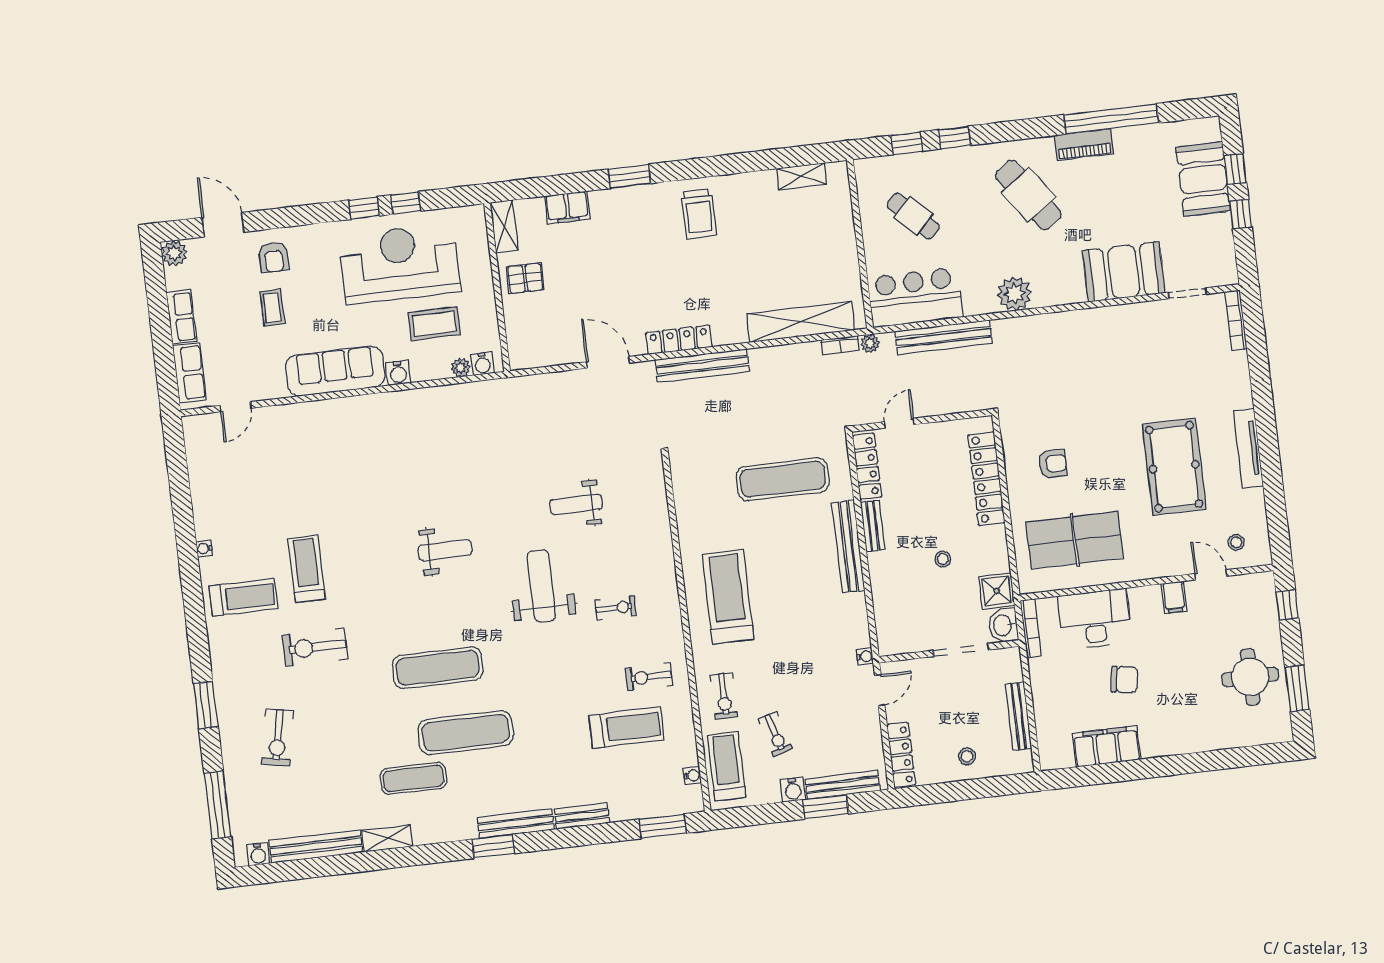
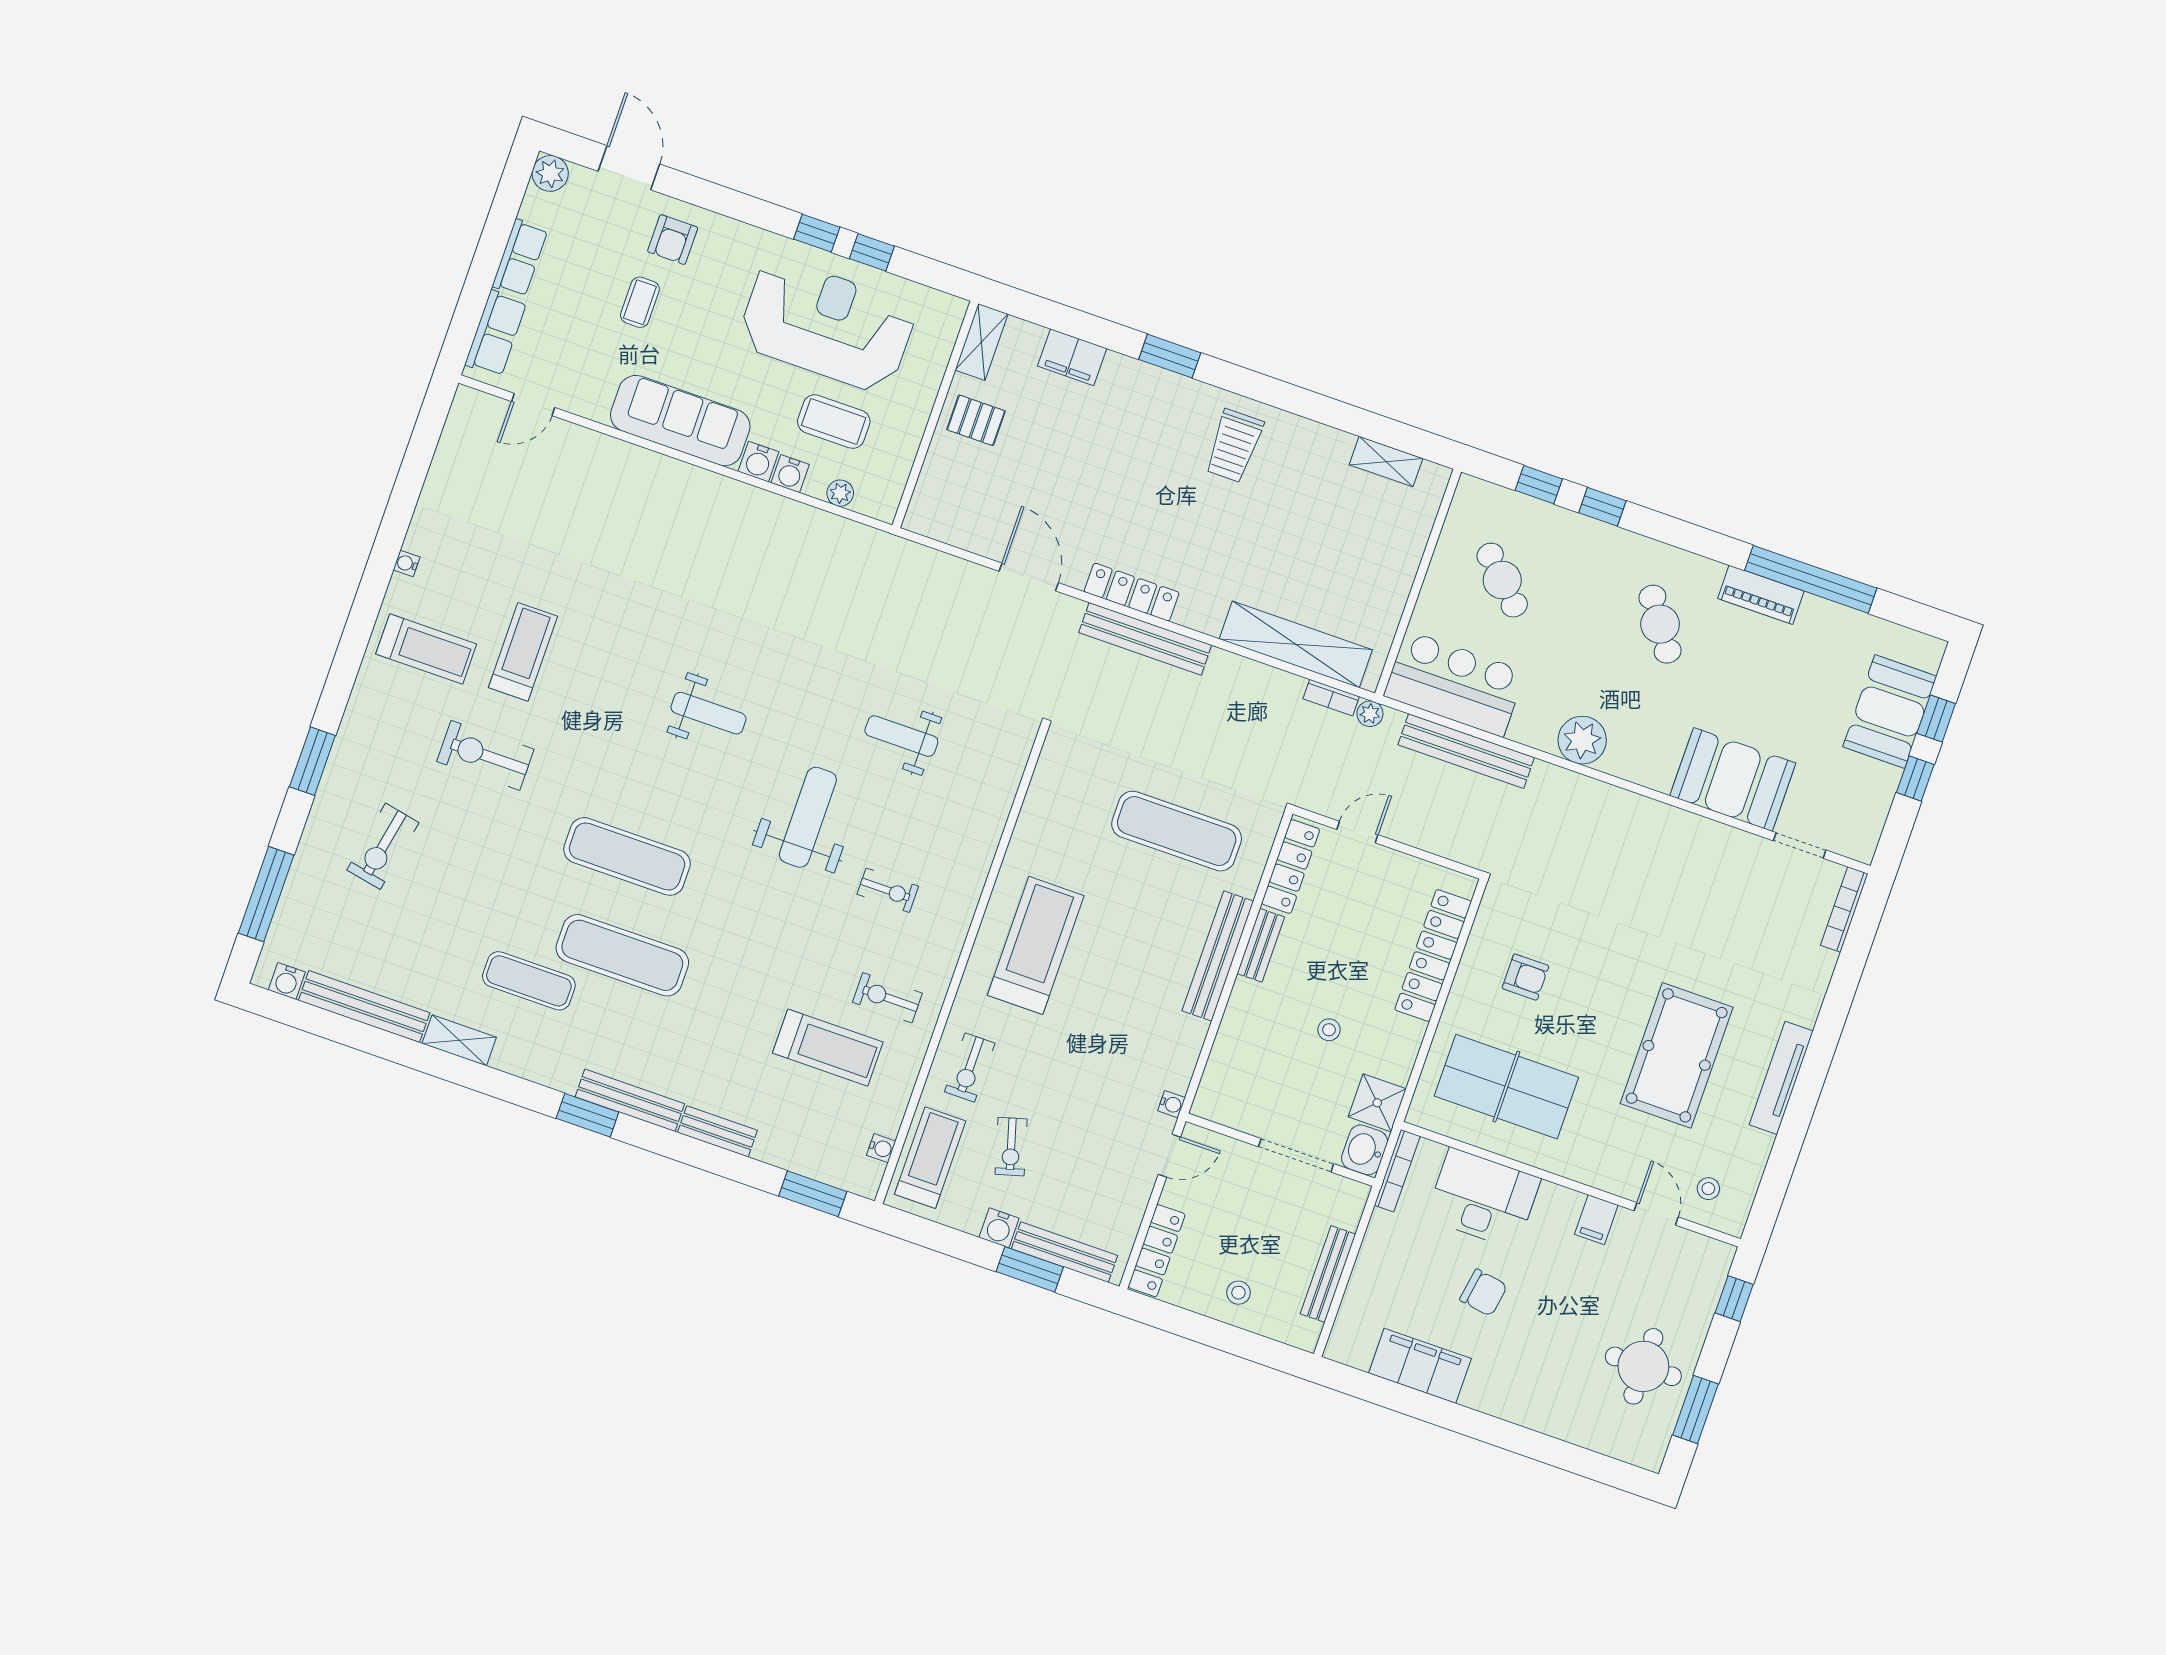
cafe table: (1028, 195) -> (1660, 624), width x0.73, depth x0.74
water cooler: (483, 364) -> (790, 474), moved

